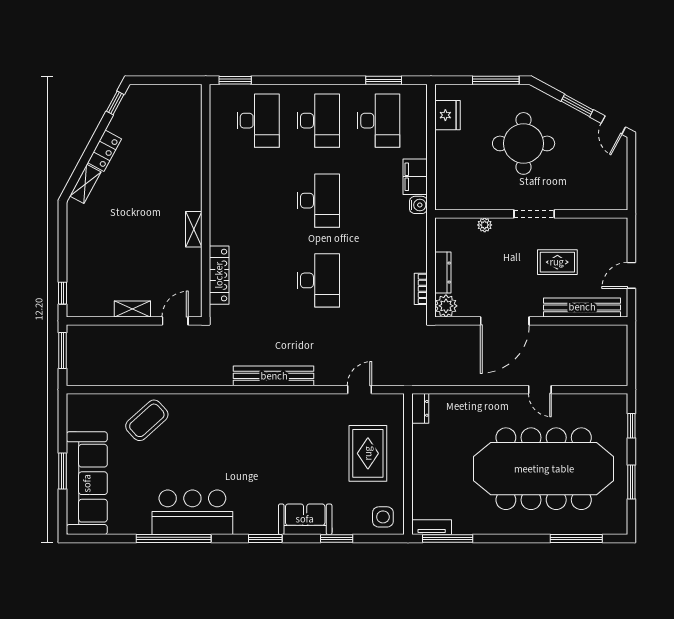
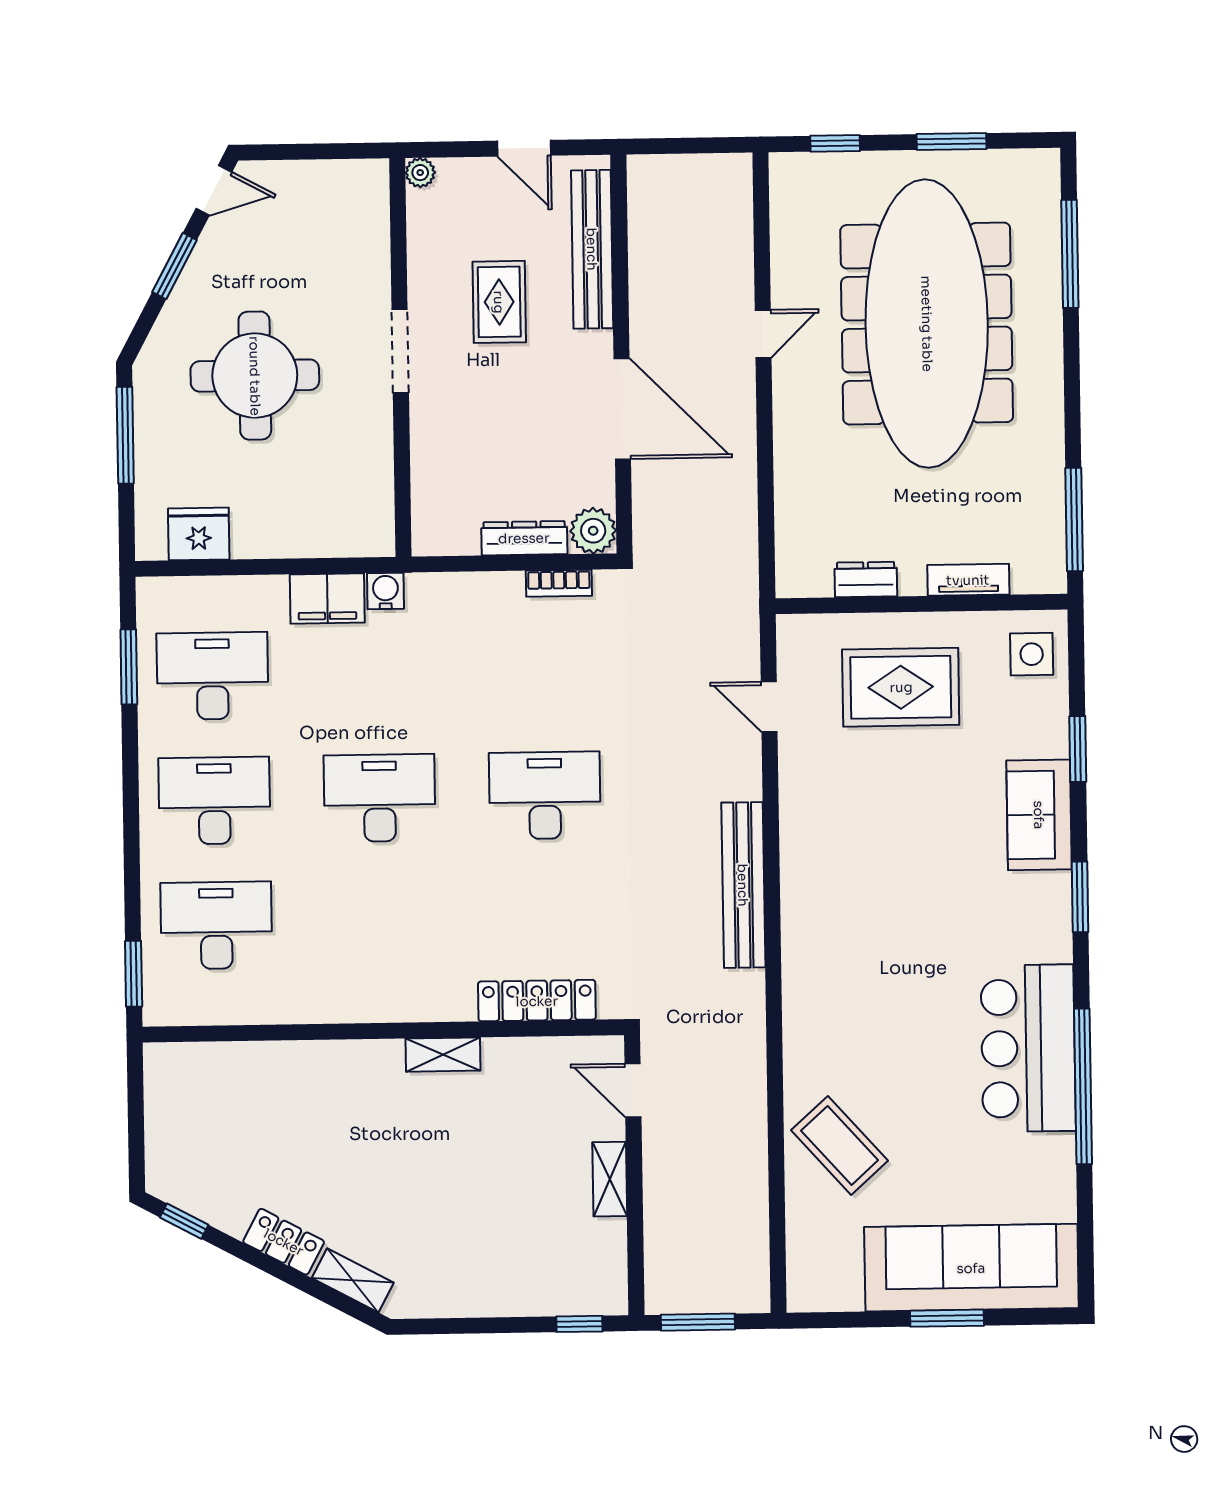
plant: (485, 225) -> (420, 173), moved
dresser: (420, 408) -> (866, 579), moved
tv unit: (432, 527) -> (968, 580), moved, turned 90

